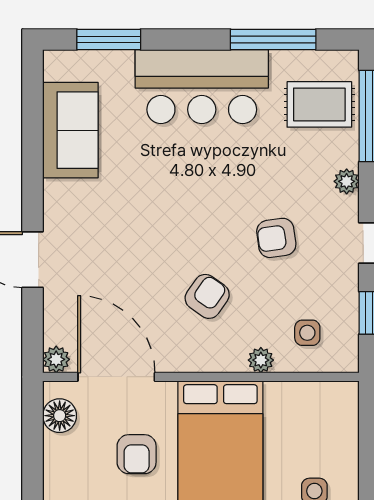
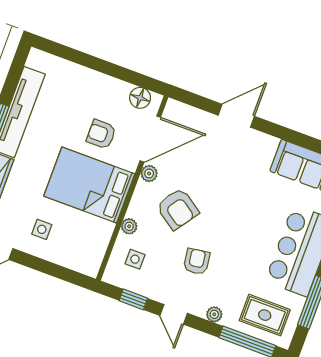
rug: (319, 104) -> (265, 315), turned 90
armchair: (207, 296) -> (178, 209), width x1.38, depth x1.38
plant: (56, 359) -> (149, 173), moved

